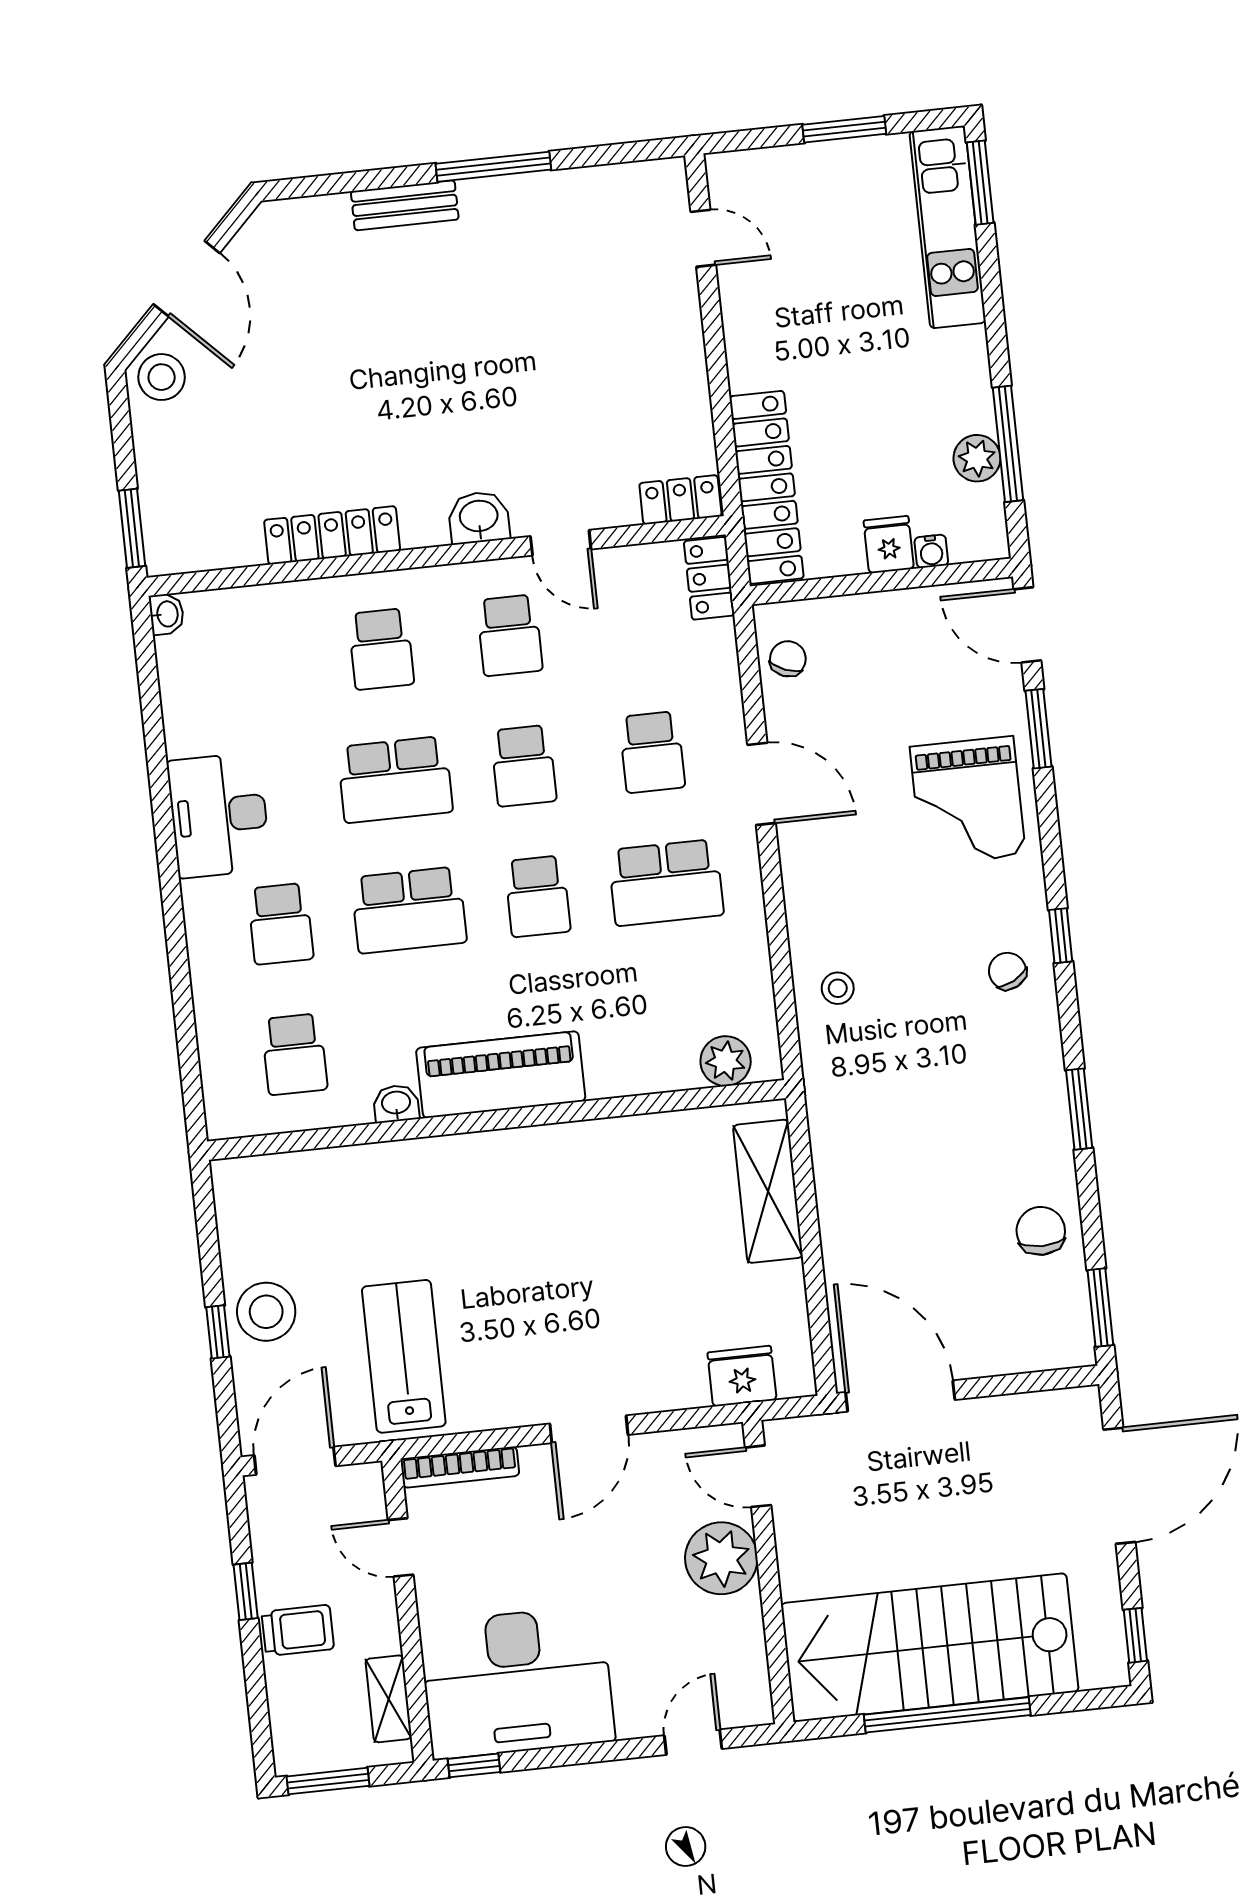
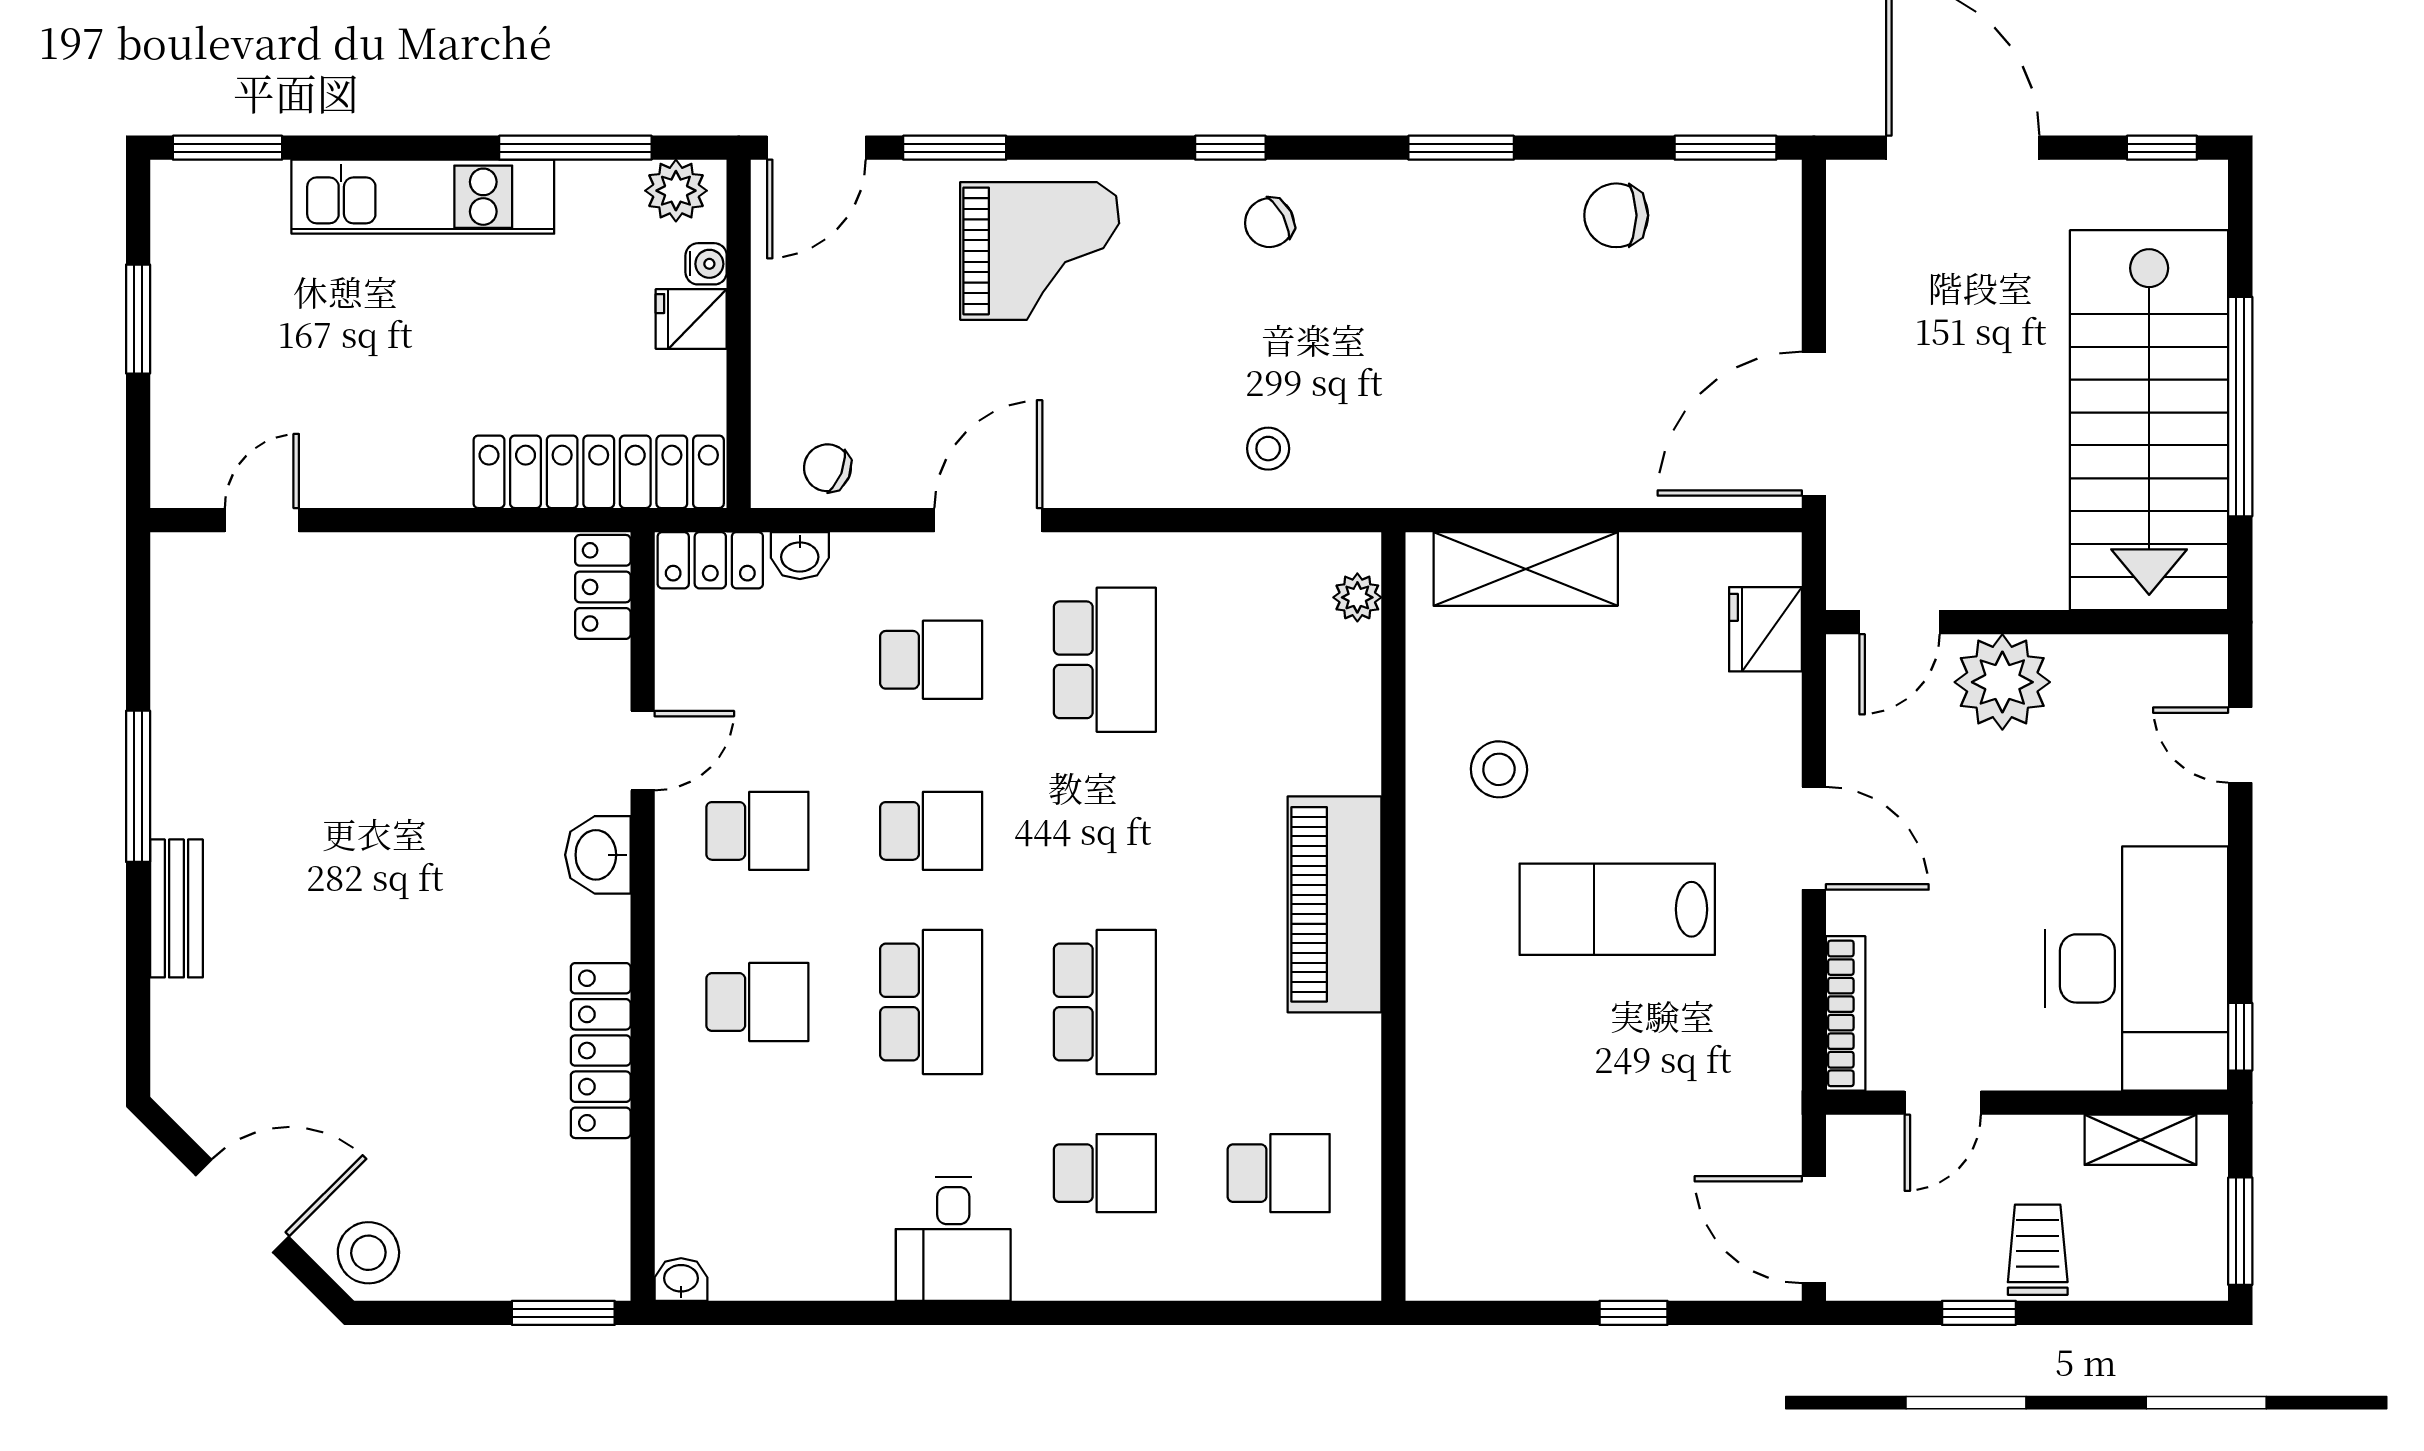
kitchen unit: (948, 227) -> (423, 197), moved
plant: (977, 458) -> (676, 191), moved
desk: (219, 815) -> (953, 1239), width x0.73
school desk: (537, 896) -> (1105, 831), removed
plant: (726, 1061) -> (1357, 597), width x0.73, depth x0.73
washbasin: (396, 1104) -> (800, 556), moved, turned -90
stool: (266, 1312) -> (1499, 769), moved, width x0.73, depth x0.73
lab bench: (404, 1356) -> (1617, 909), moved

